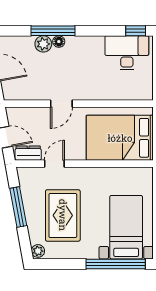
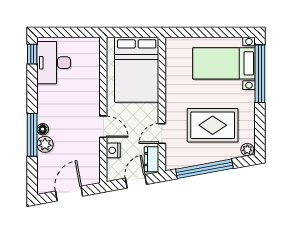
nightstand: (37, 114) -> (113, 150), added
door: (54, 164) -> (162, 134), hinge flipped
window: (18, 207) -> (204, 169), width x1.46

